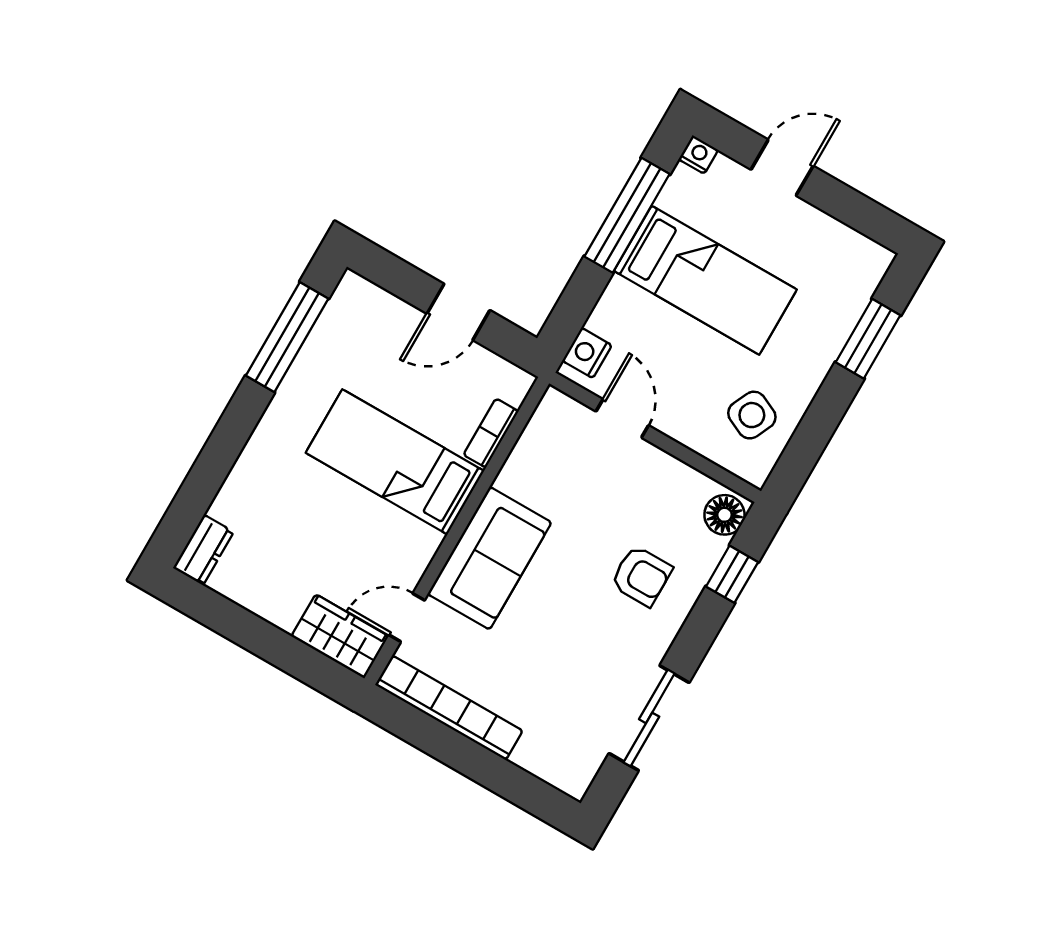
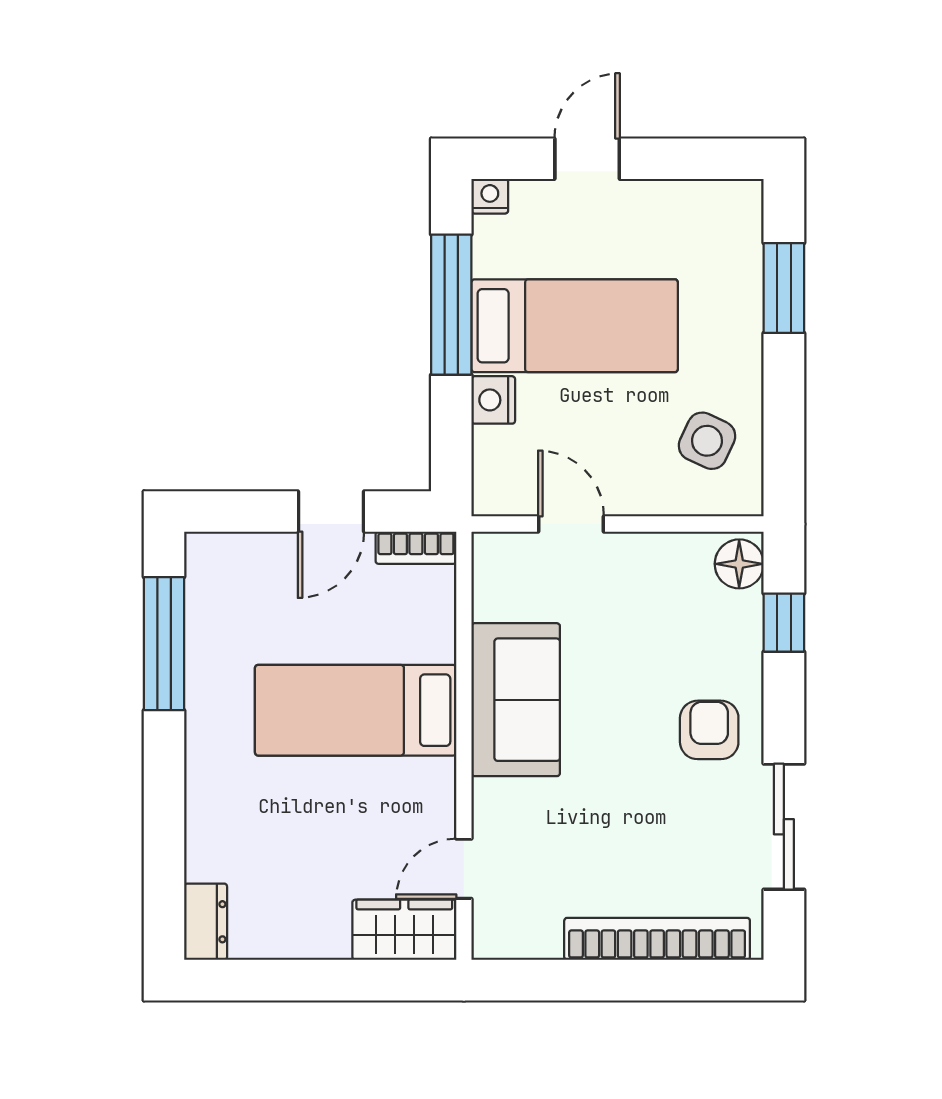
nightstand: (587, 353) -> (493, 400), moved
bookcase: (491, 433) -> (416, 548), moved, turned -90
sofa: (490, 558) -> (516, 700), moved
armchair: (641, 576) -> (709, 730), moved, turned -90
bookcase: (449, 708) -> (657, 939), moved

